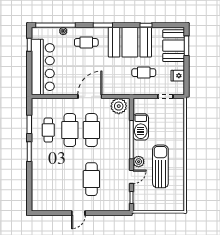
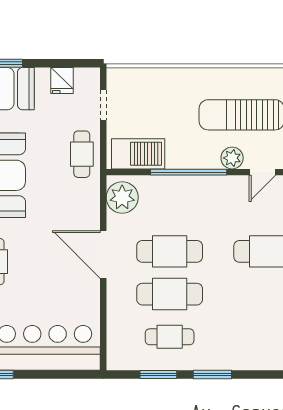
cafe table: (144, 73) -> (82, 154), moved
barbecue: (141, 127) -> (138, 154), moved
door: (131, 177) -> (262, 172), swing flipped

